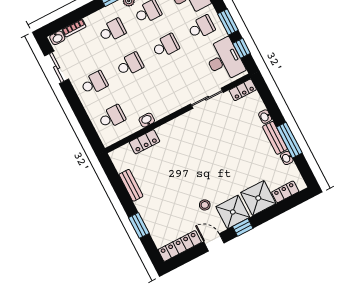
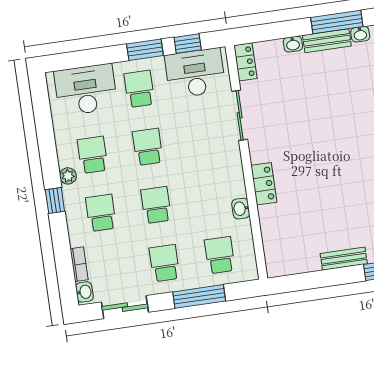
window: (80, 113) -> (199, 296), added
locker: (145, 142) -> (264, 184), moved
bench: (131, 185) -> (344, 259), moved

